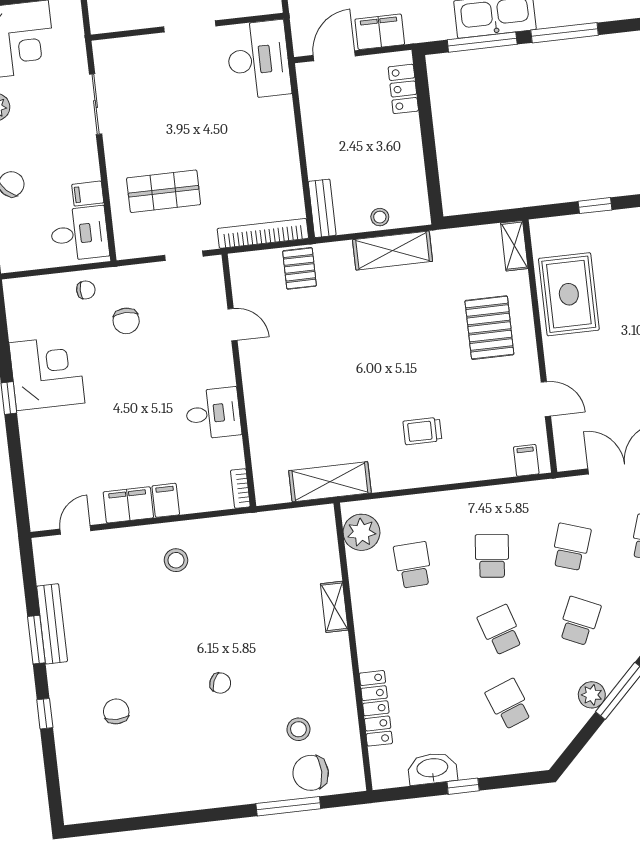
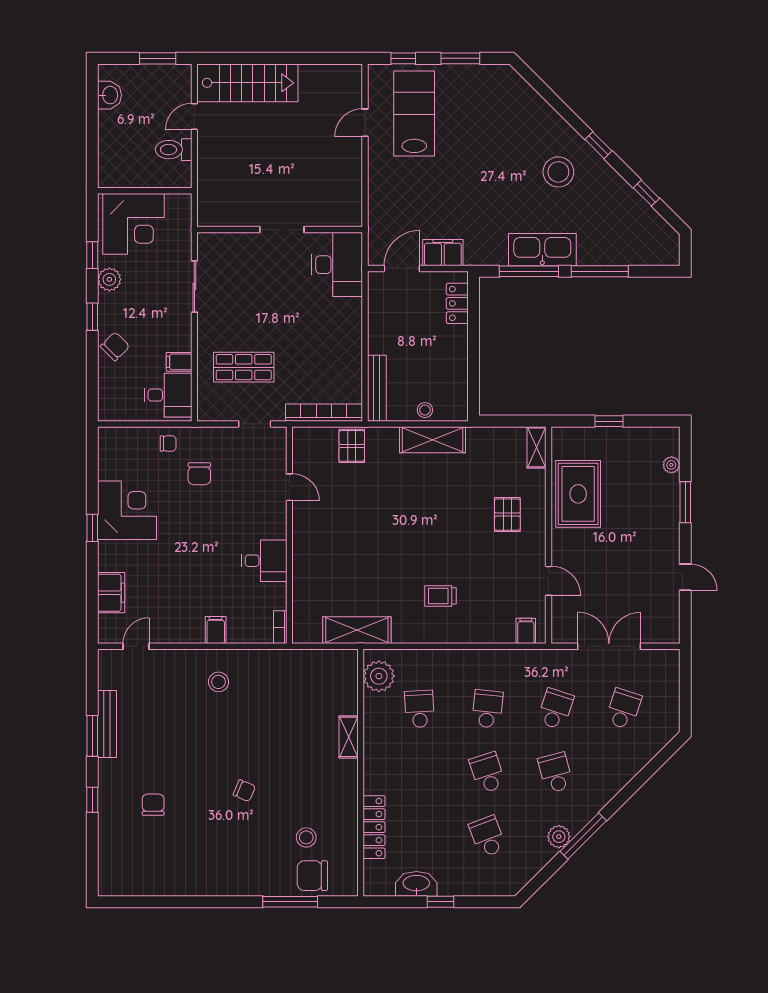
bench: (322, 208) -> (377, 388), width x1.36
pallet: (489, 328) -> (507, 515), width x0.67, depth x0.71
filing cabinet: (128, 505) -> (111, 593), moved, turned 90
school desk: (579, 621) -> (555, 773), turned -39

